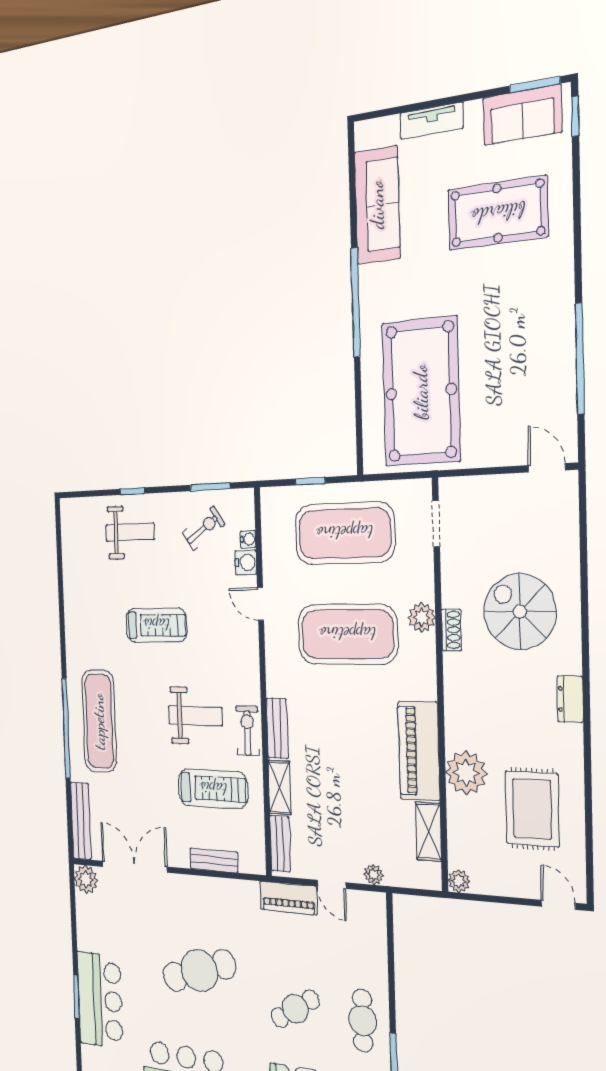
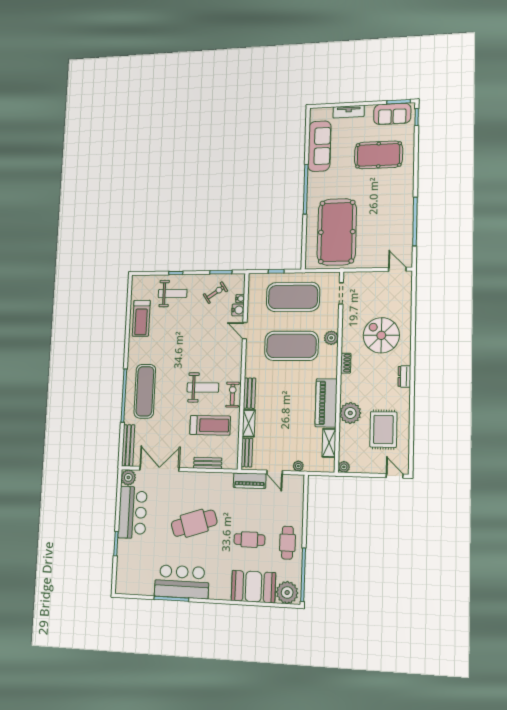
treadmill: (156, 625) -> (141, 318), moved, turned 90
shoe rack: (451, 630) -> (346, 363), moved
bar counter: (100, 1000) -> (132, 512), moved
cafe table: (295, 1009) -> (249, 540), turned 32

